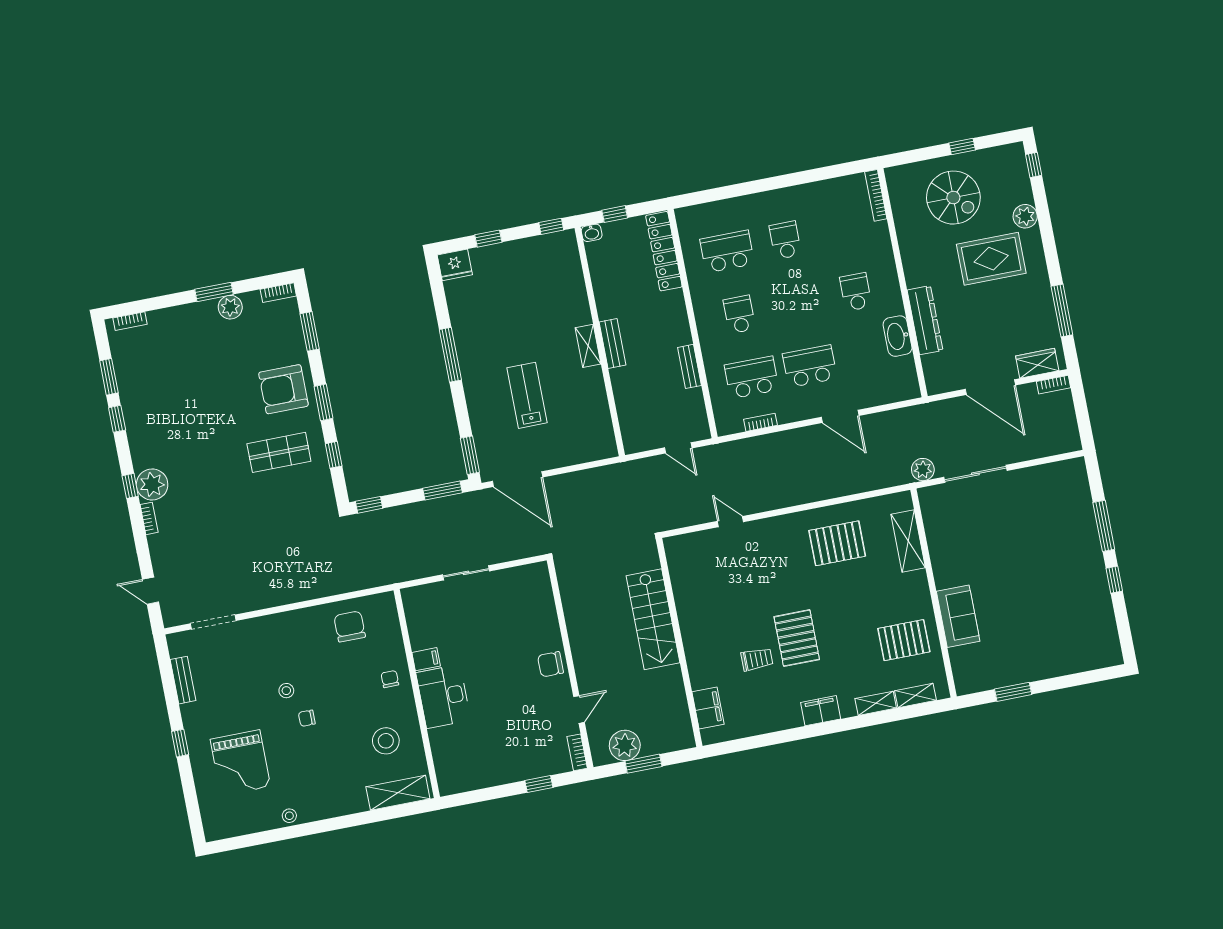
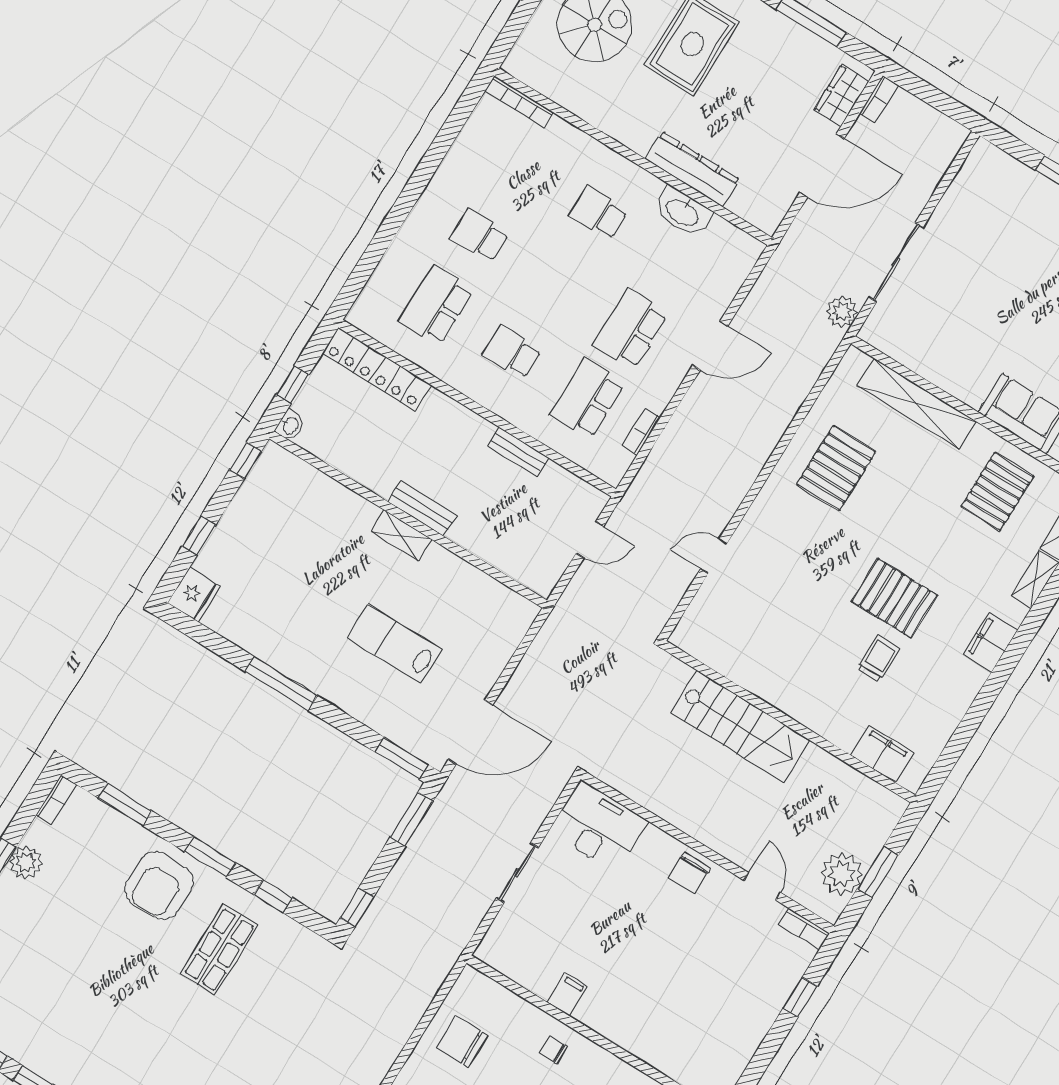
shelving: (908, 541) -> (917, 404), width x1.47
desk: (443, 696) -> (599, 827), moved, turned 180

